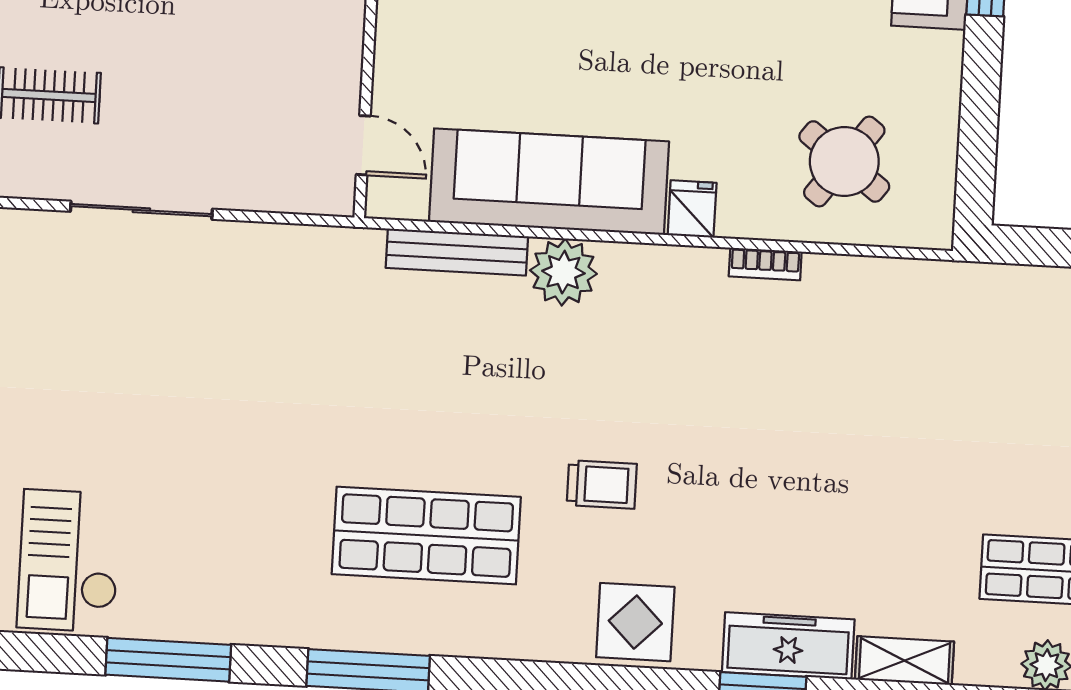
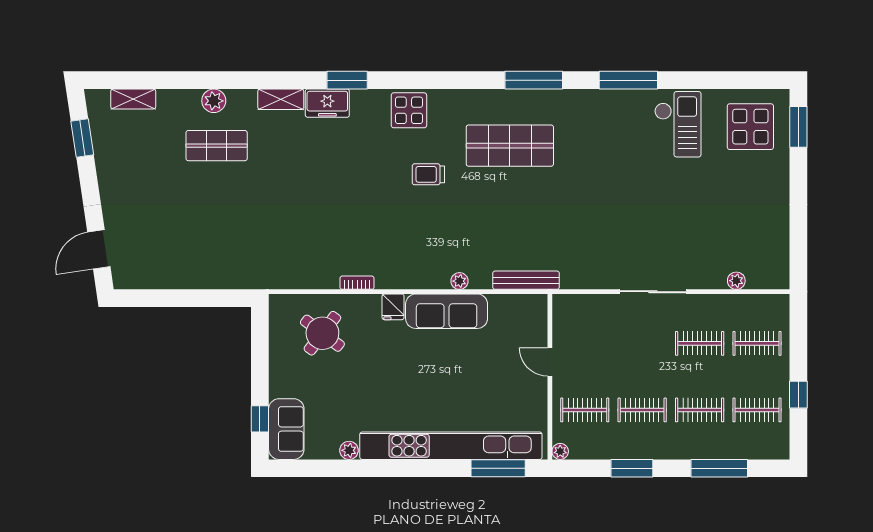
door: (363, 145) -> (550, 362), moved
sofa: (549, 182) -> (447, 311), width x0.74, depth x0.79
bench: (457, 252) -> (526, 280), moved
plant: (563, 272) -> (459, 281), width x0.53, depth x0.53
freezer: (788, 646) -> (327, 103), width x0.71

